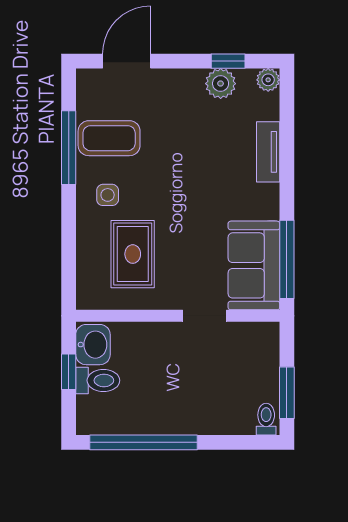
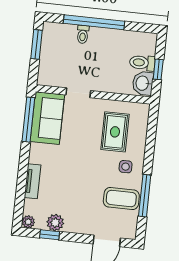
toilet: (266, 419) -> (83, 34), moved
window: (144, 442) -> (94, 22), moved

